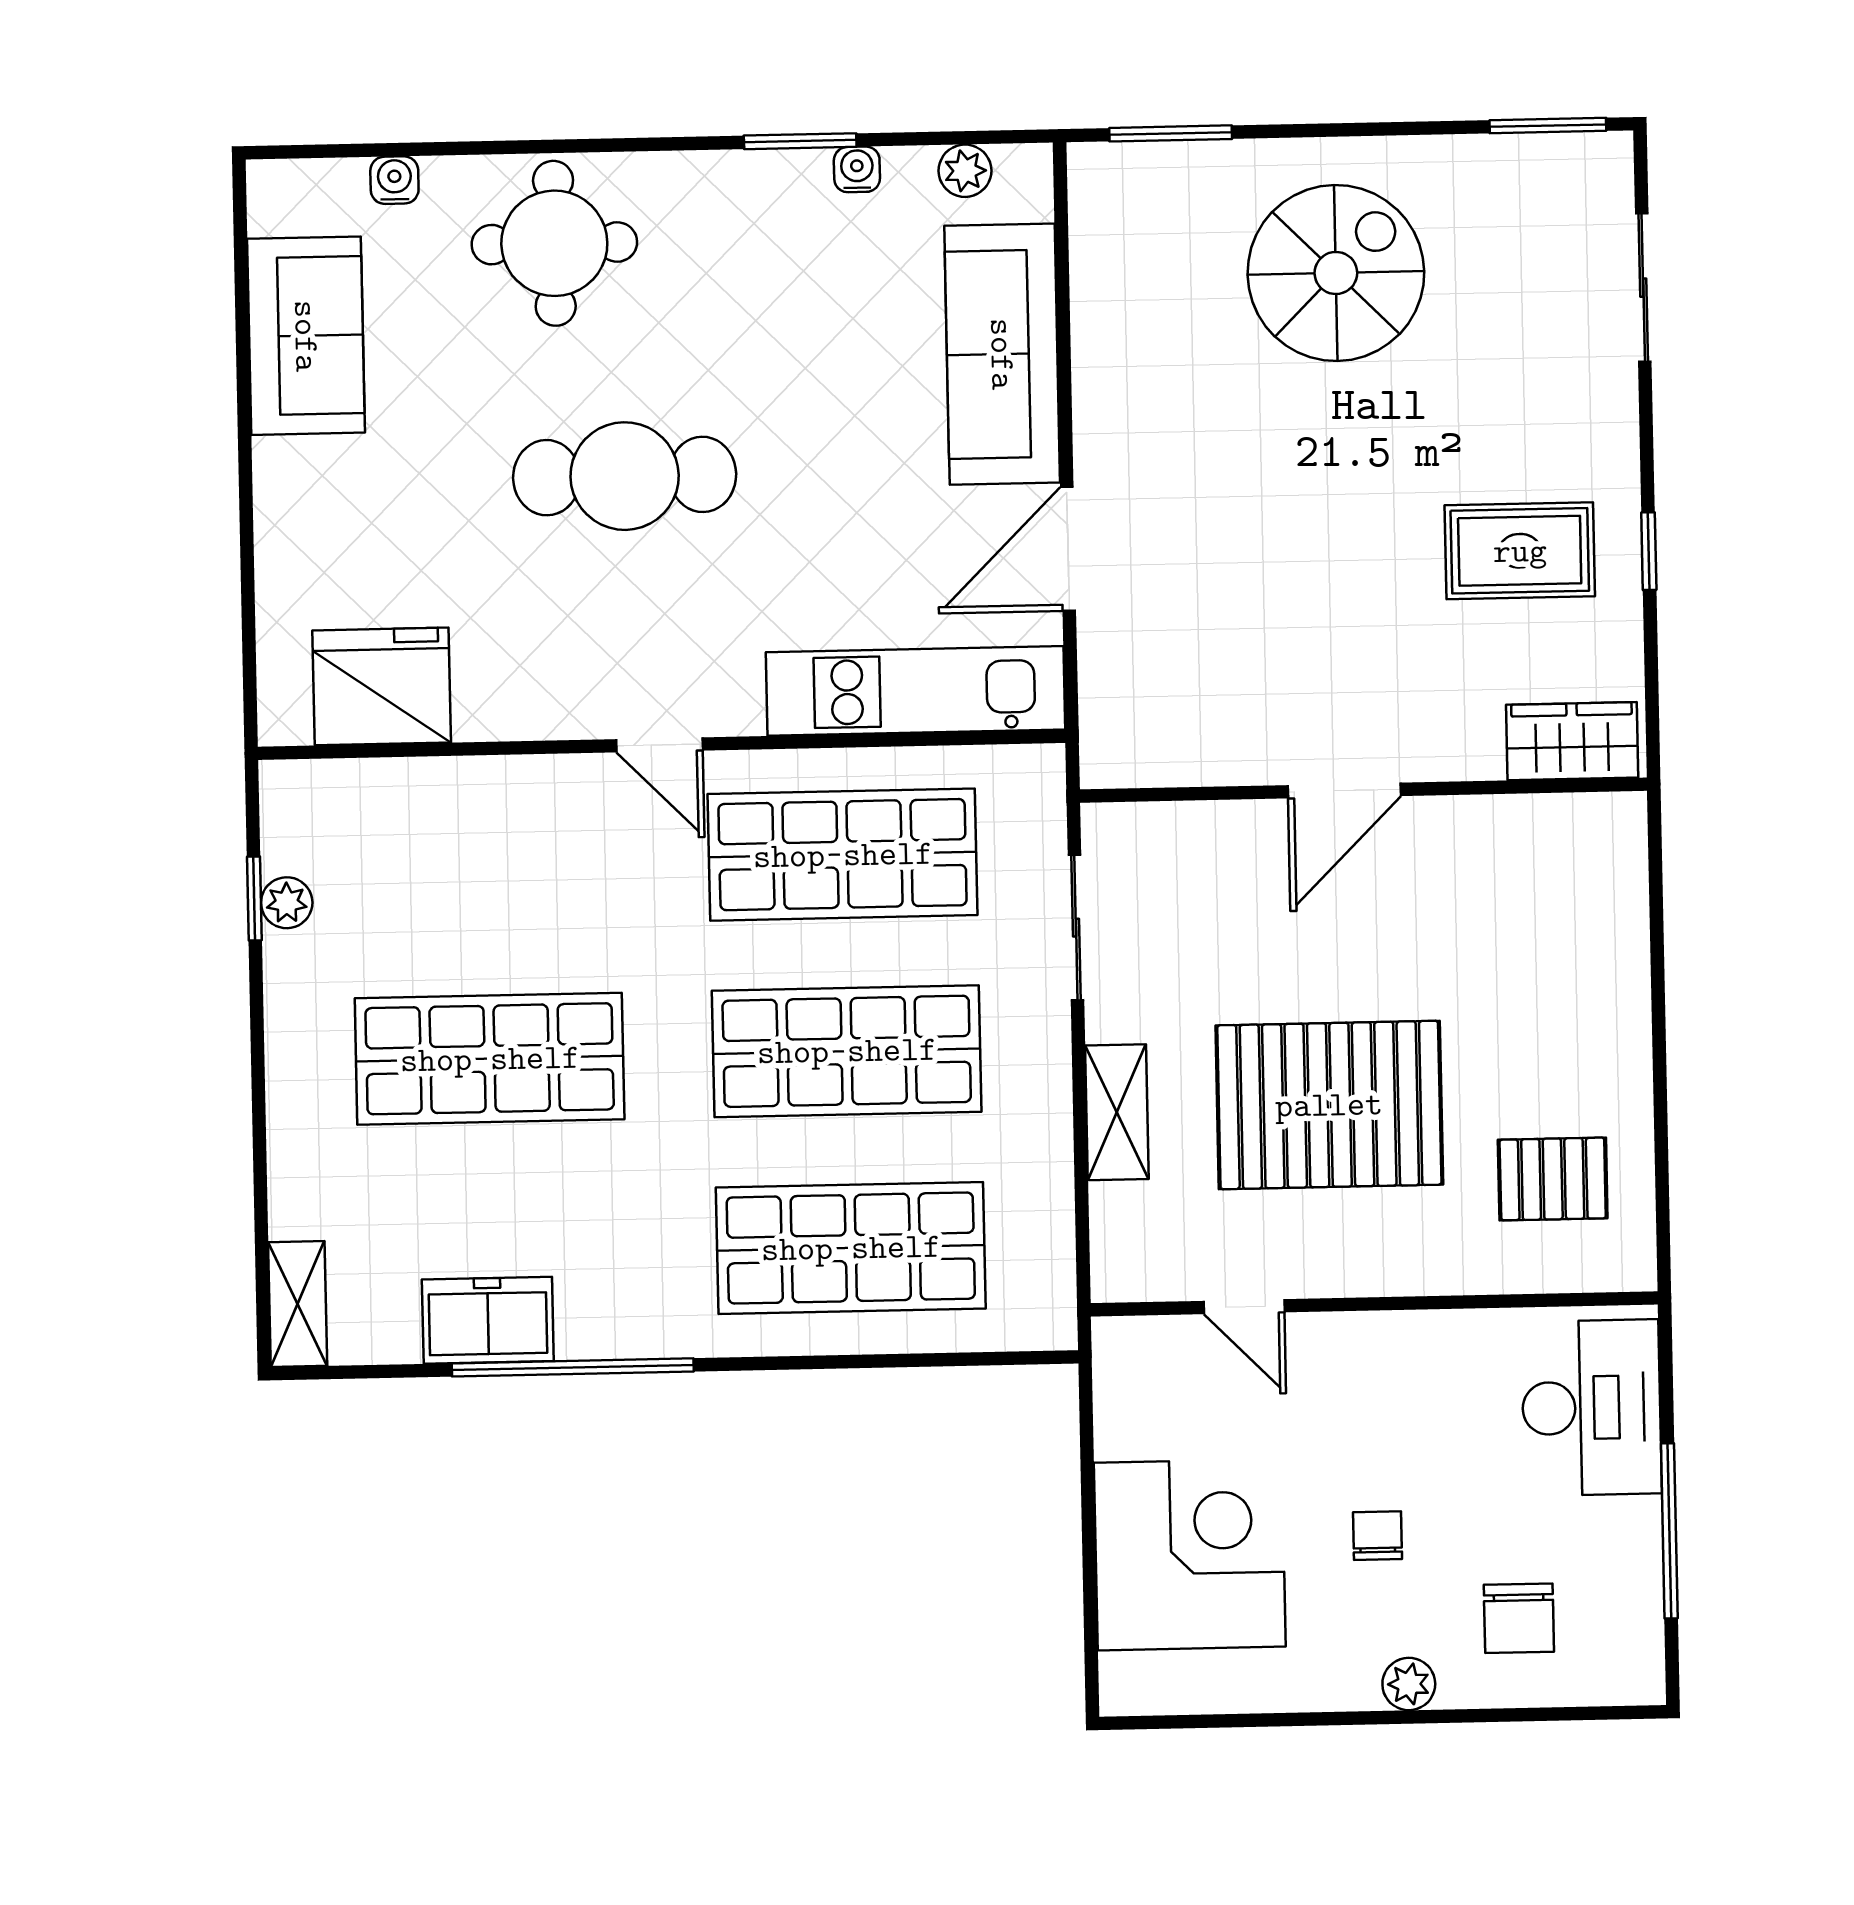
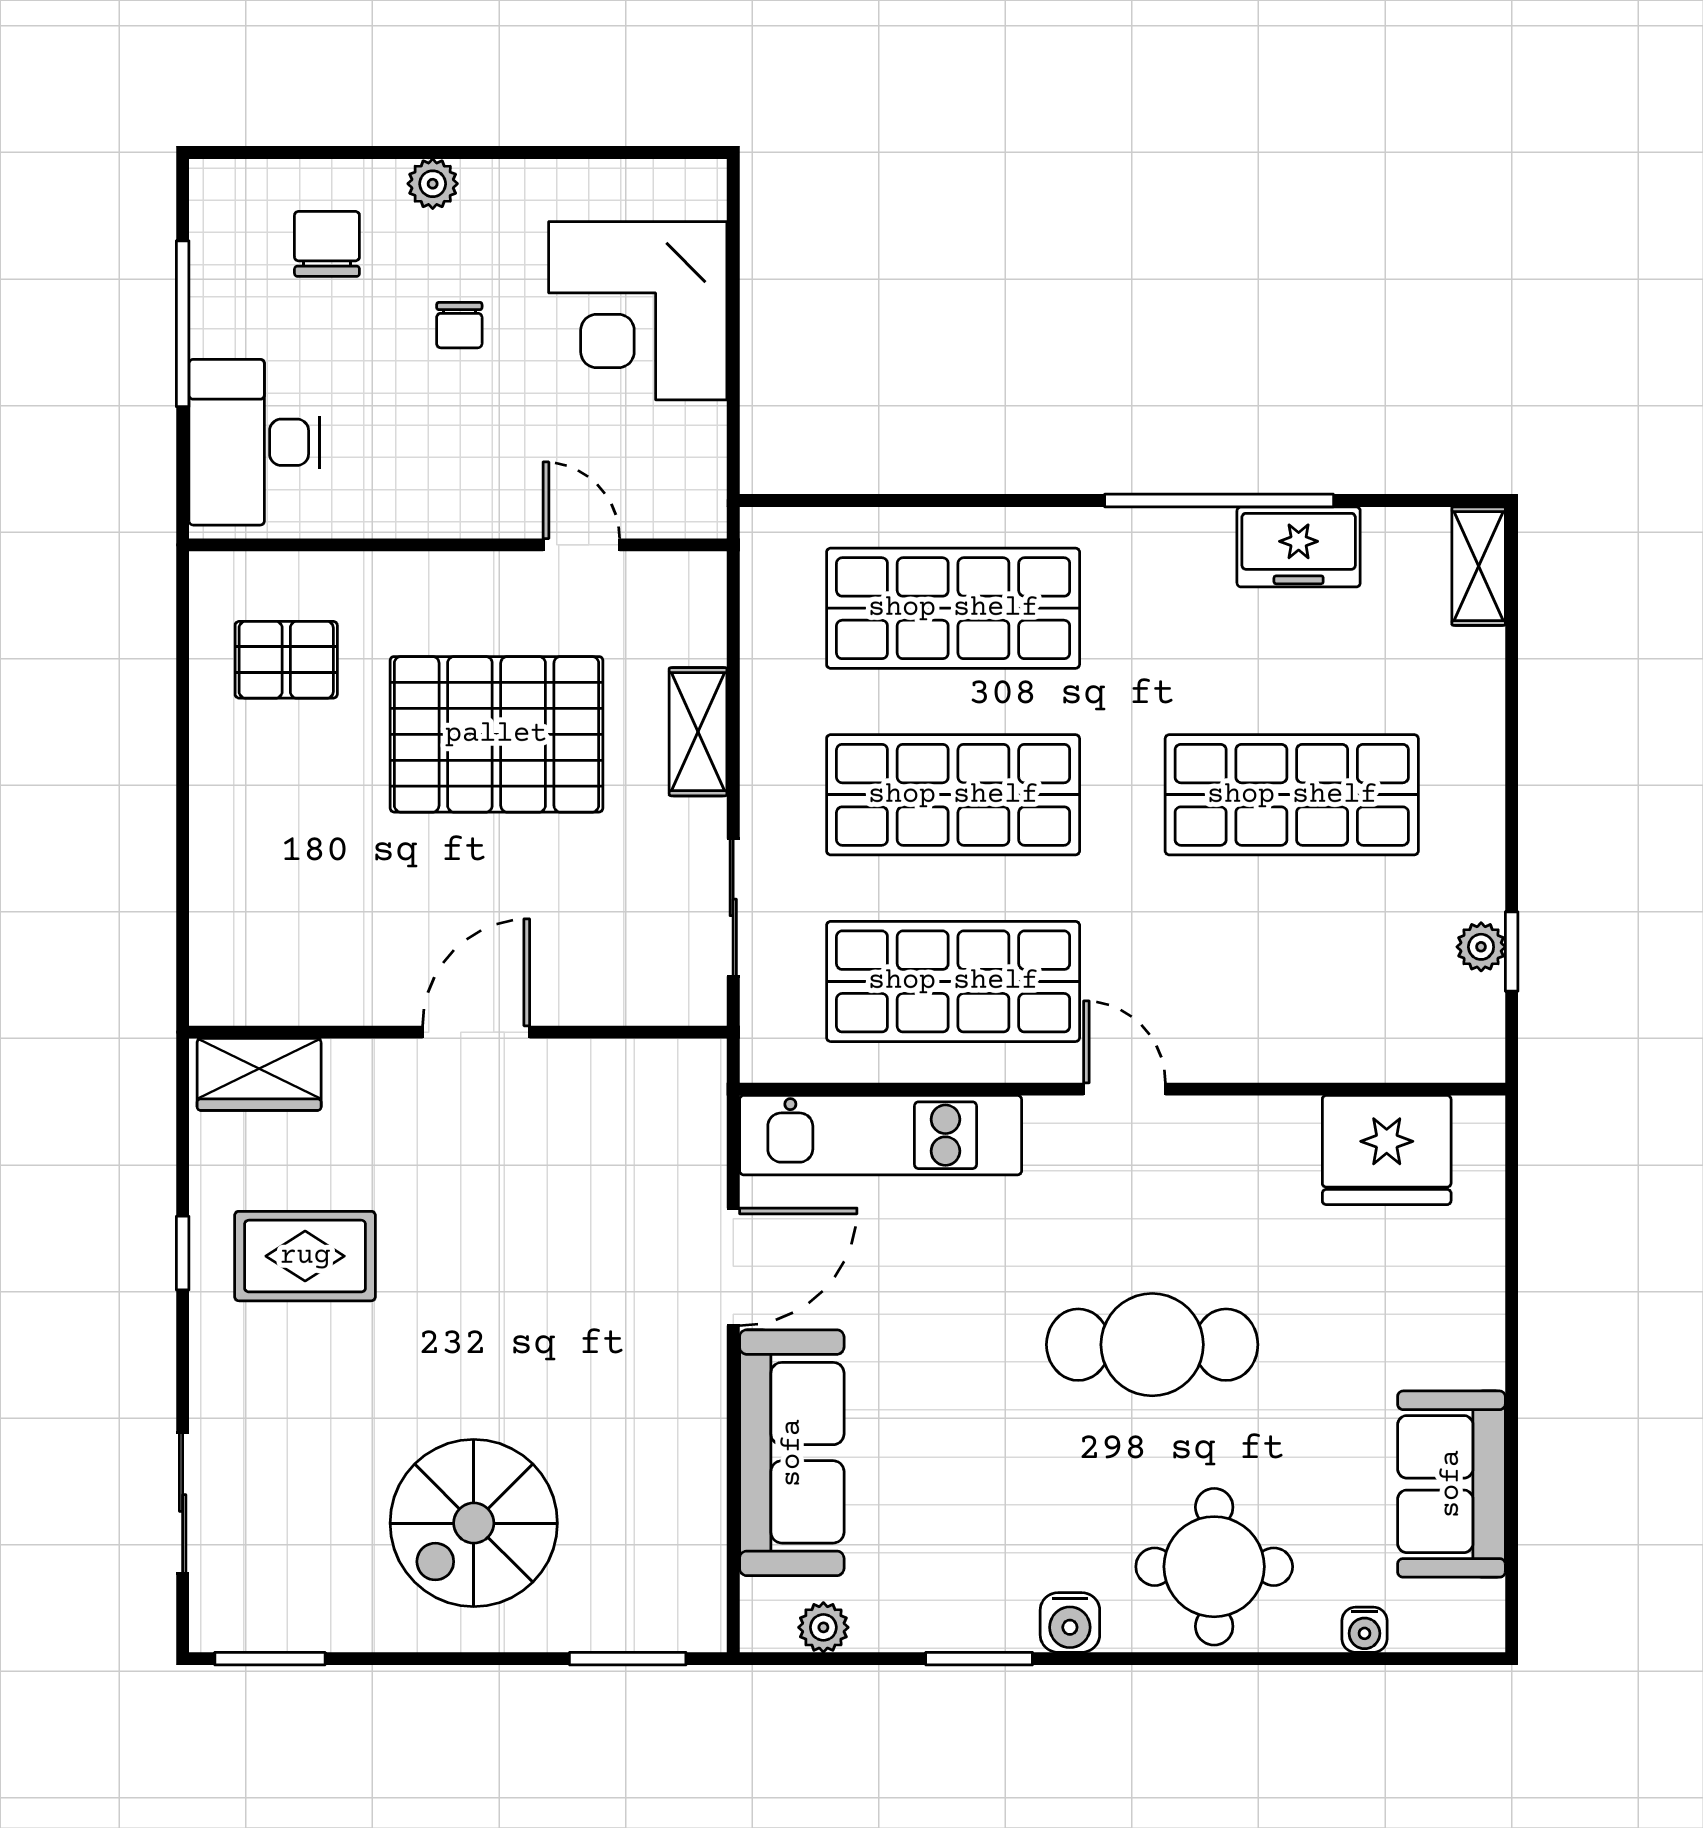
water cooler: (857, 169) -> (1070, 1622), moved, width x1.38, depth x1.38

